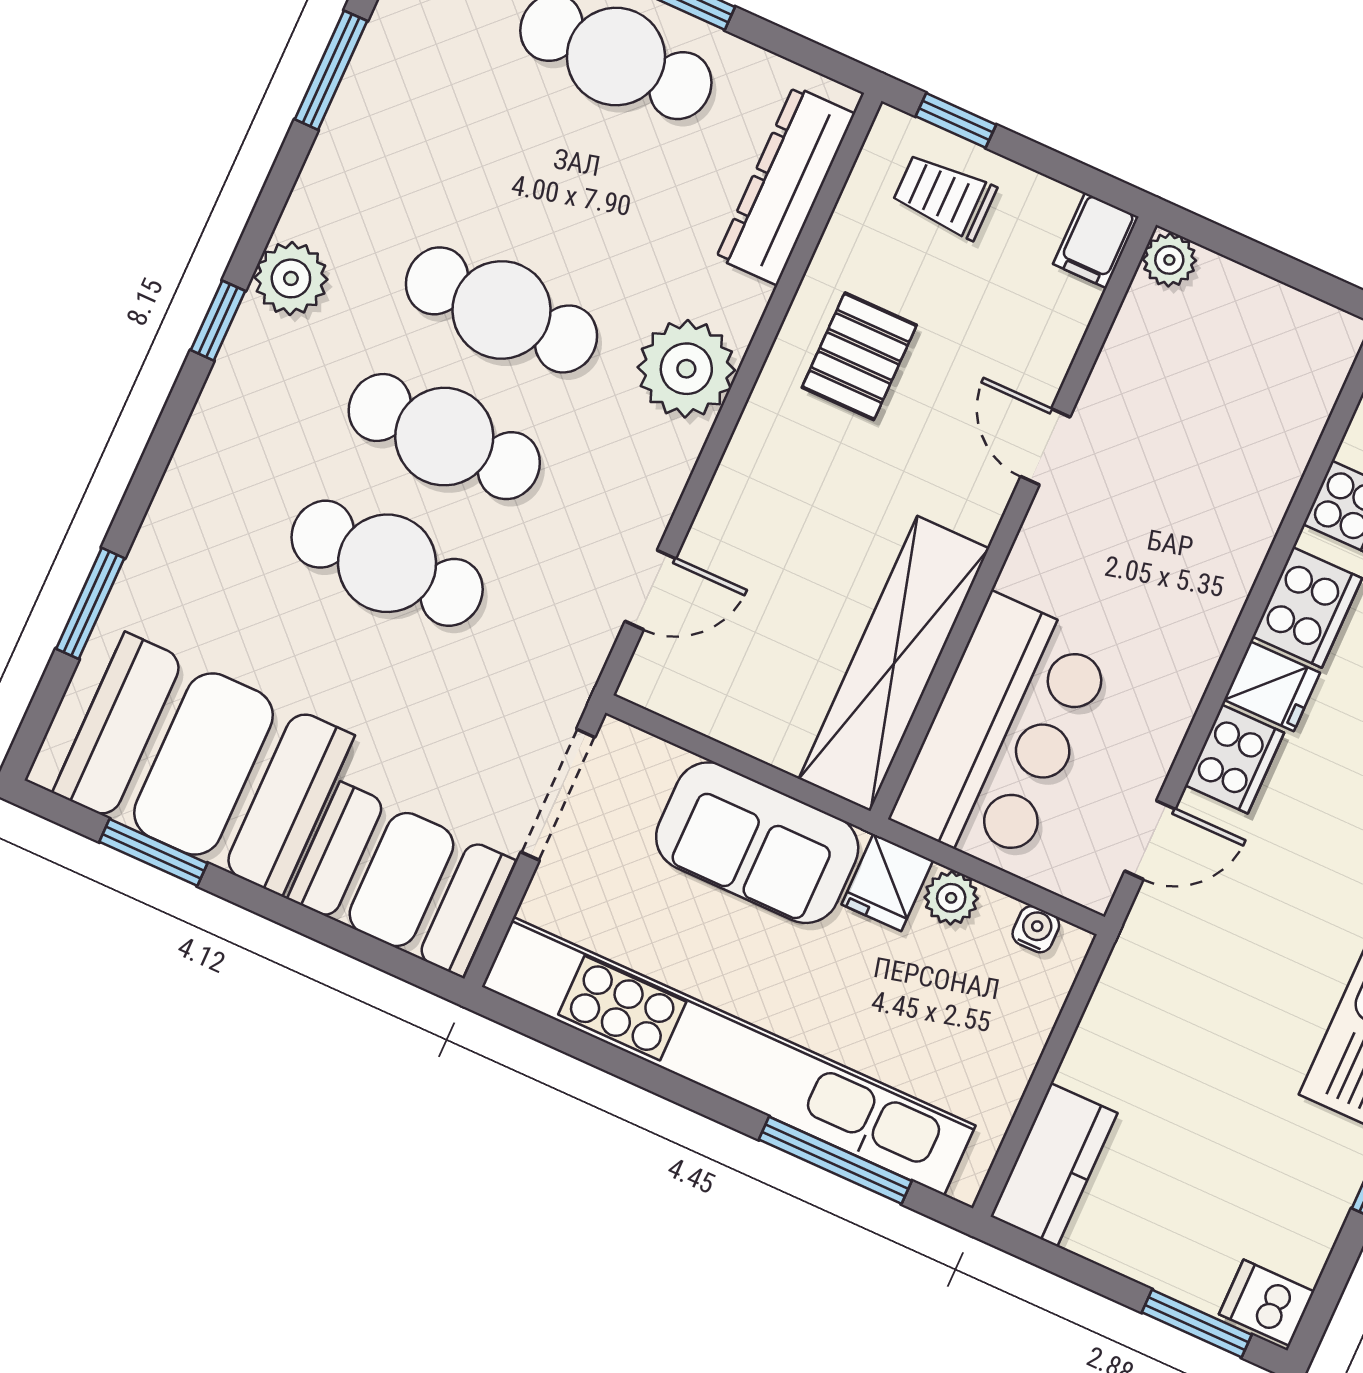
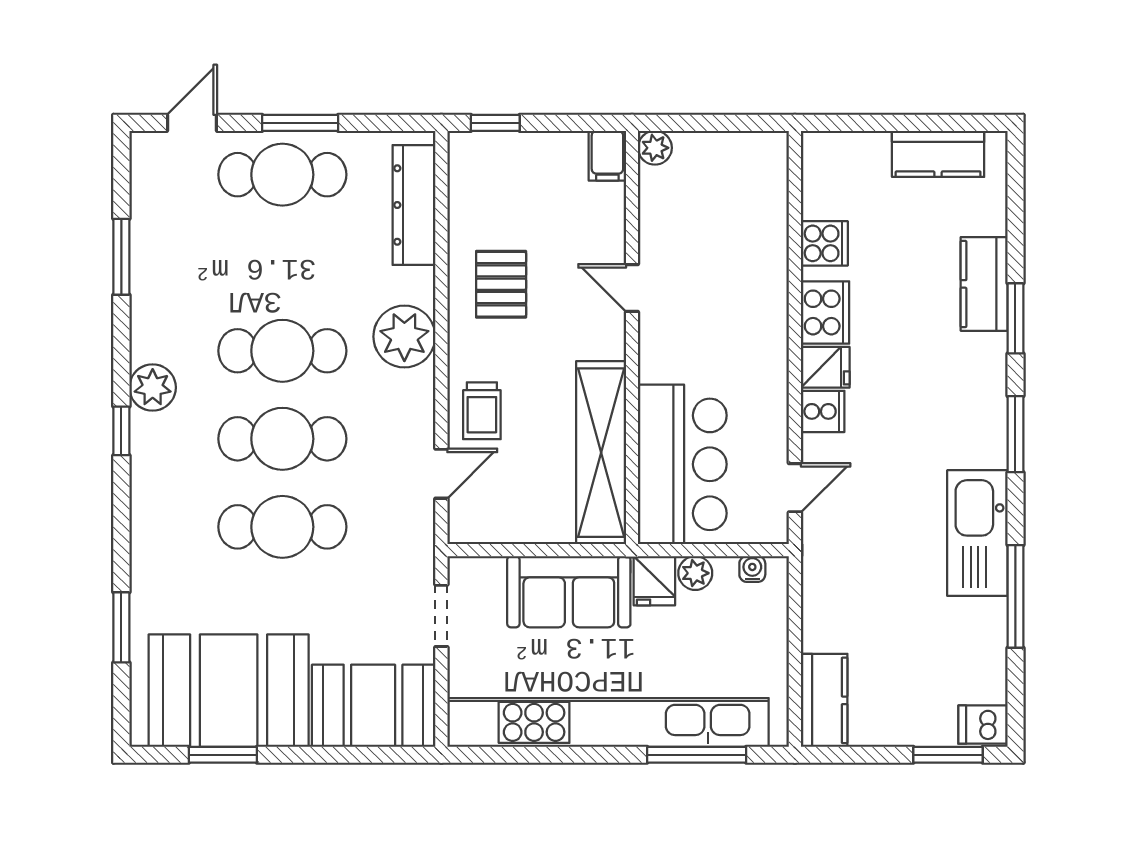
trolley: (944, 196) -> (482, 411), moved, turned -90
cooker: (1235, 759) -> (823, 411), width x0.73
doorway: (558, 795) -> (441, 616), width x0.73

